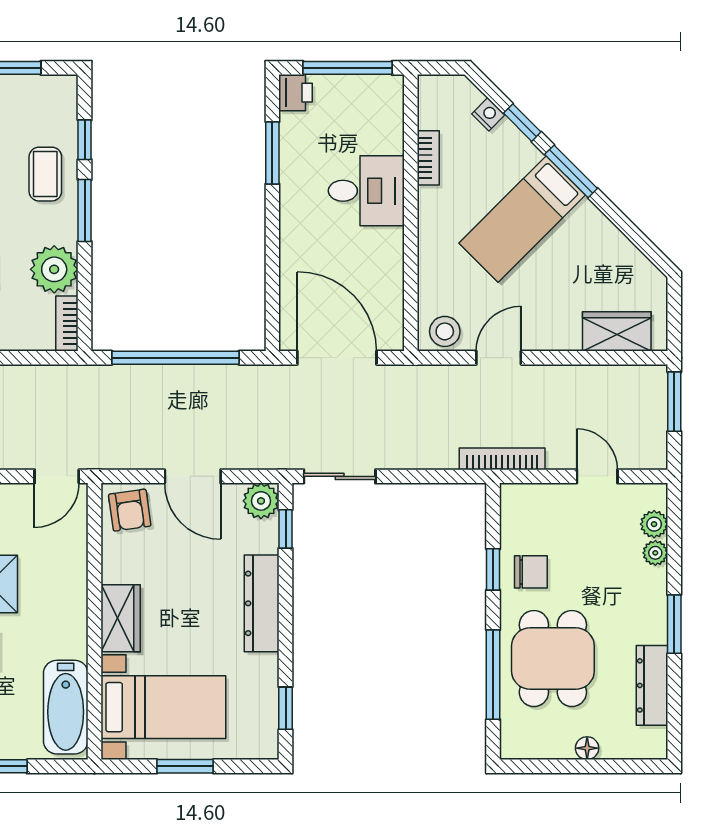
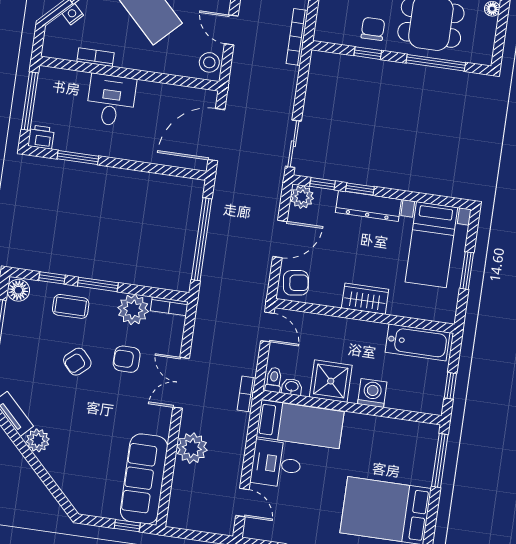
floor lamp: (59, 91) -> (18, 290), added
bed with nightstands: (163, 707) -> (431, 245), moved, turned 180
window: (286, 708) -> (360, 189), moved

